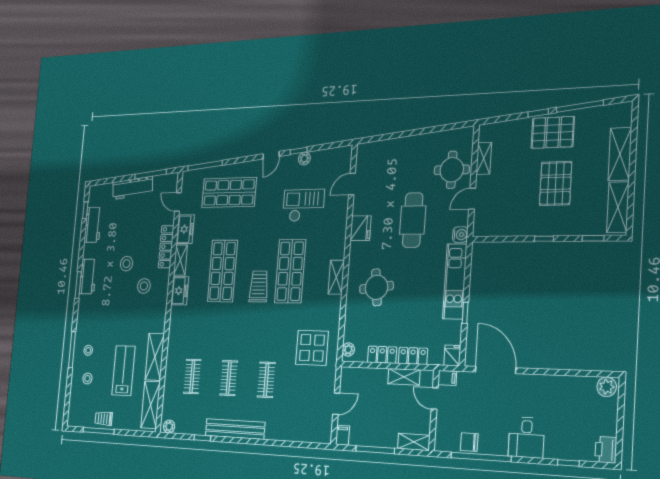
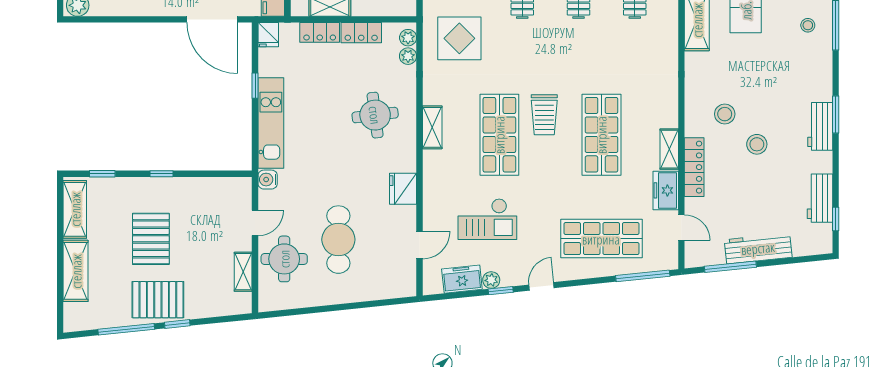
cafe table: (413, 220) -> (338, 240), moved
freezer: (180, 291) -> (462, 279), moved, turned 84
plant: (349, 335) -> (408, 56), added

